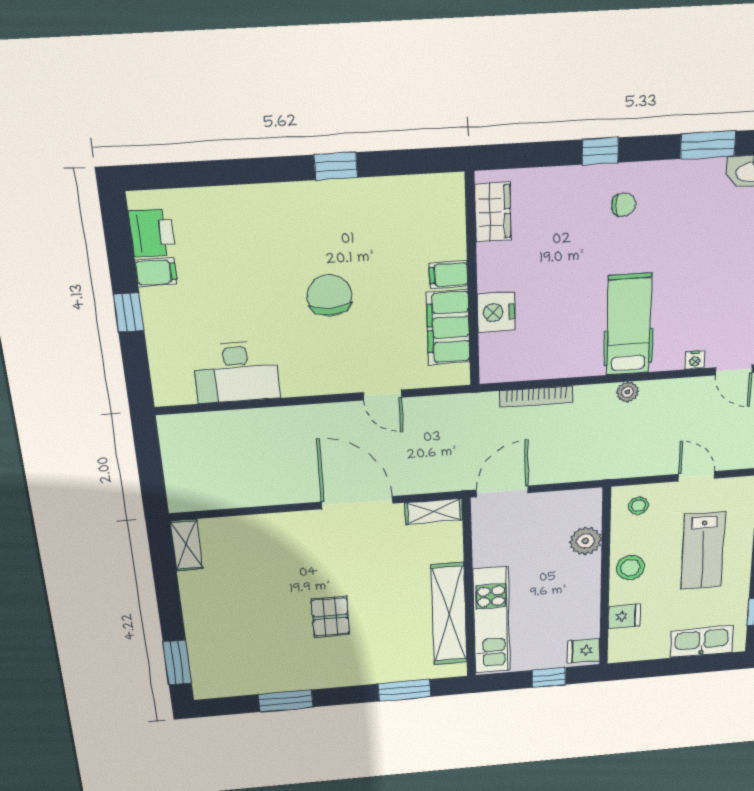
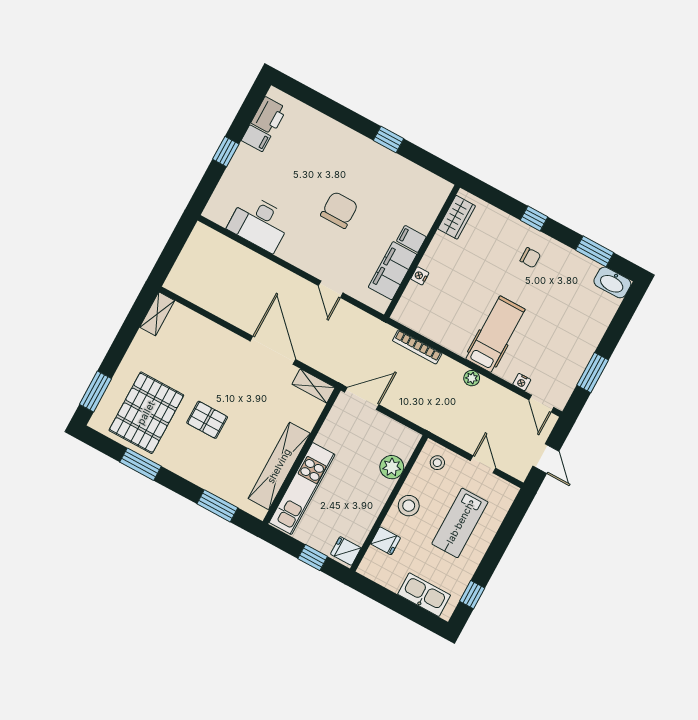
nightstand: (496, 312) -> (420, 276), width x0.53, depth x0.56
pallet: (330, 617) -> (207, 420), turned 90
pallet: (253, 650) -> (146, 413), added

